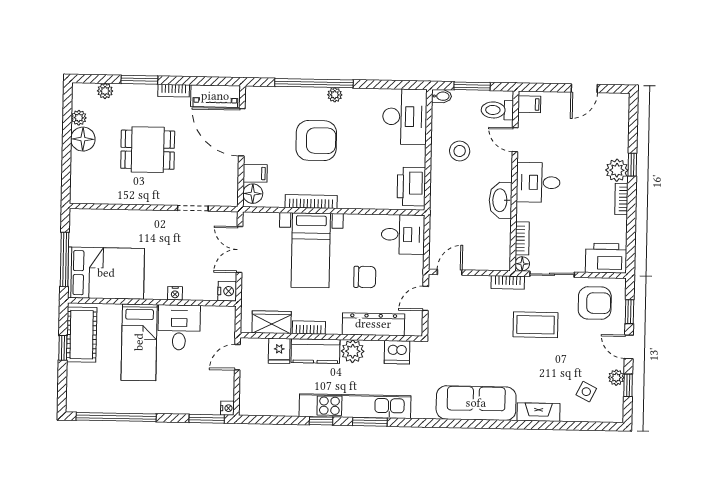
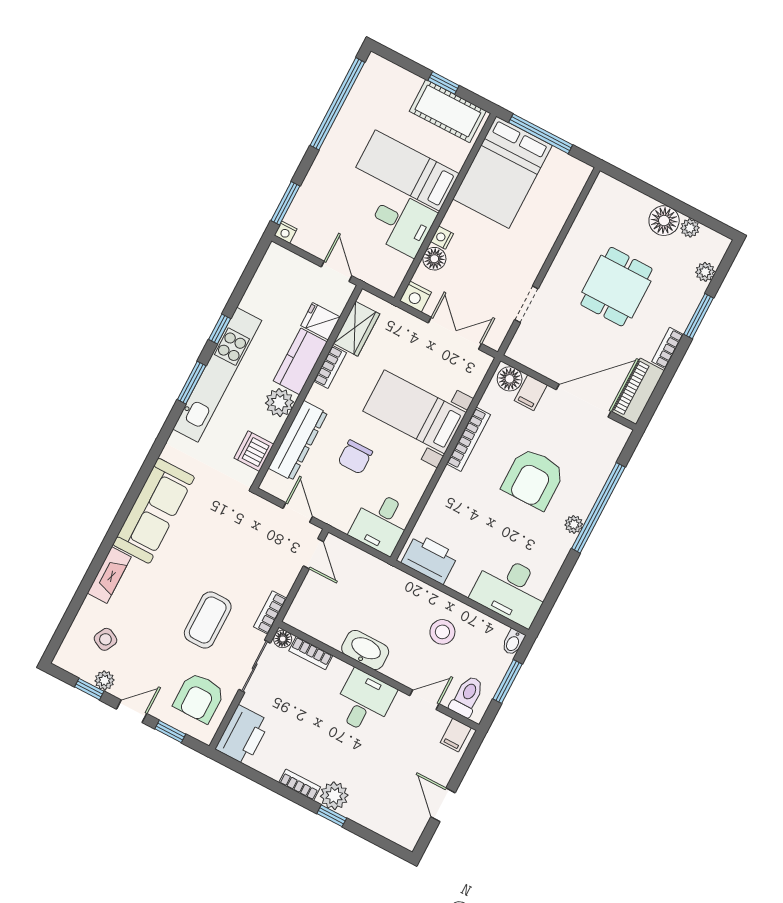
floor lamp: (193, 291) -> (434, 259), added

